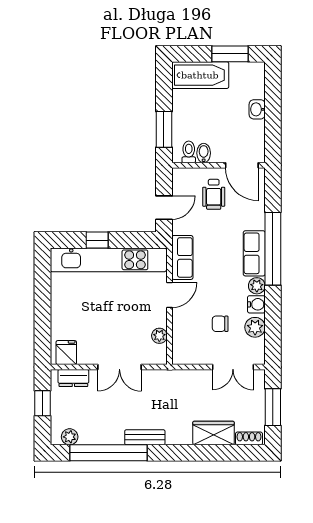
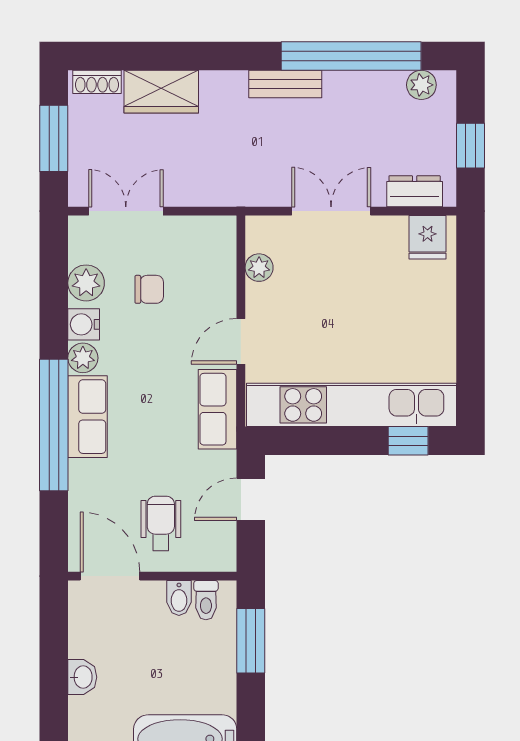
window: (97, 240) -> (408, 441), moved

